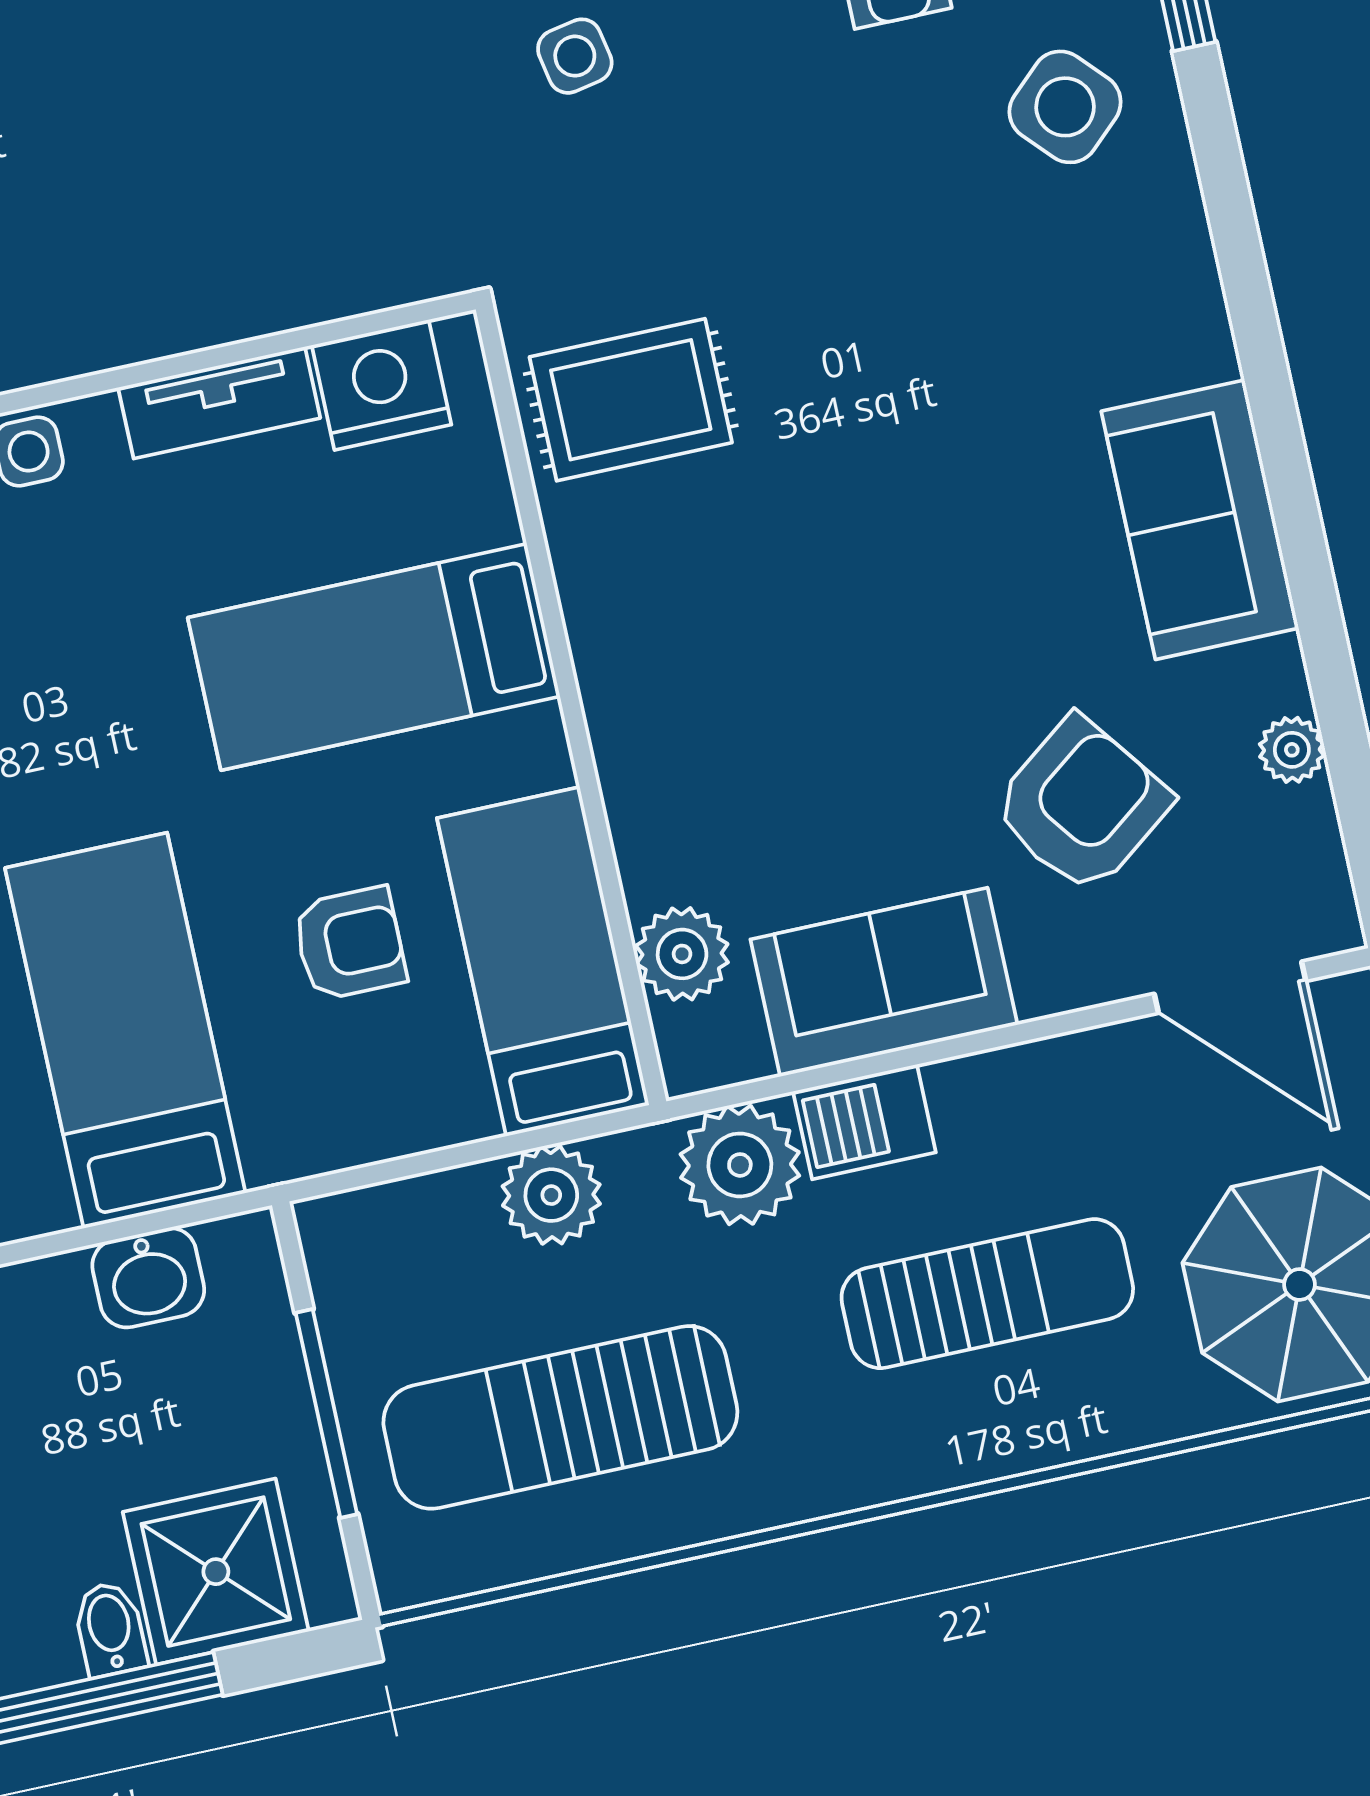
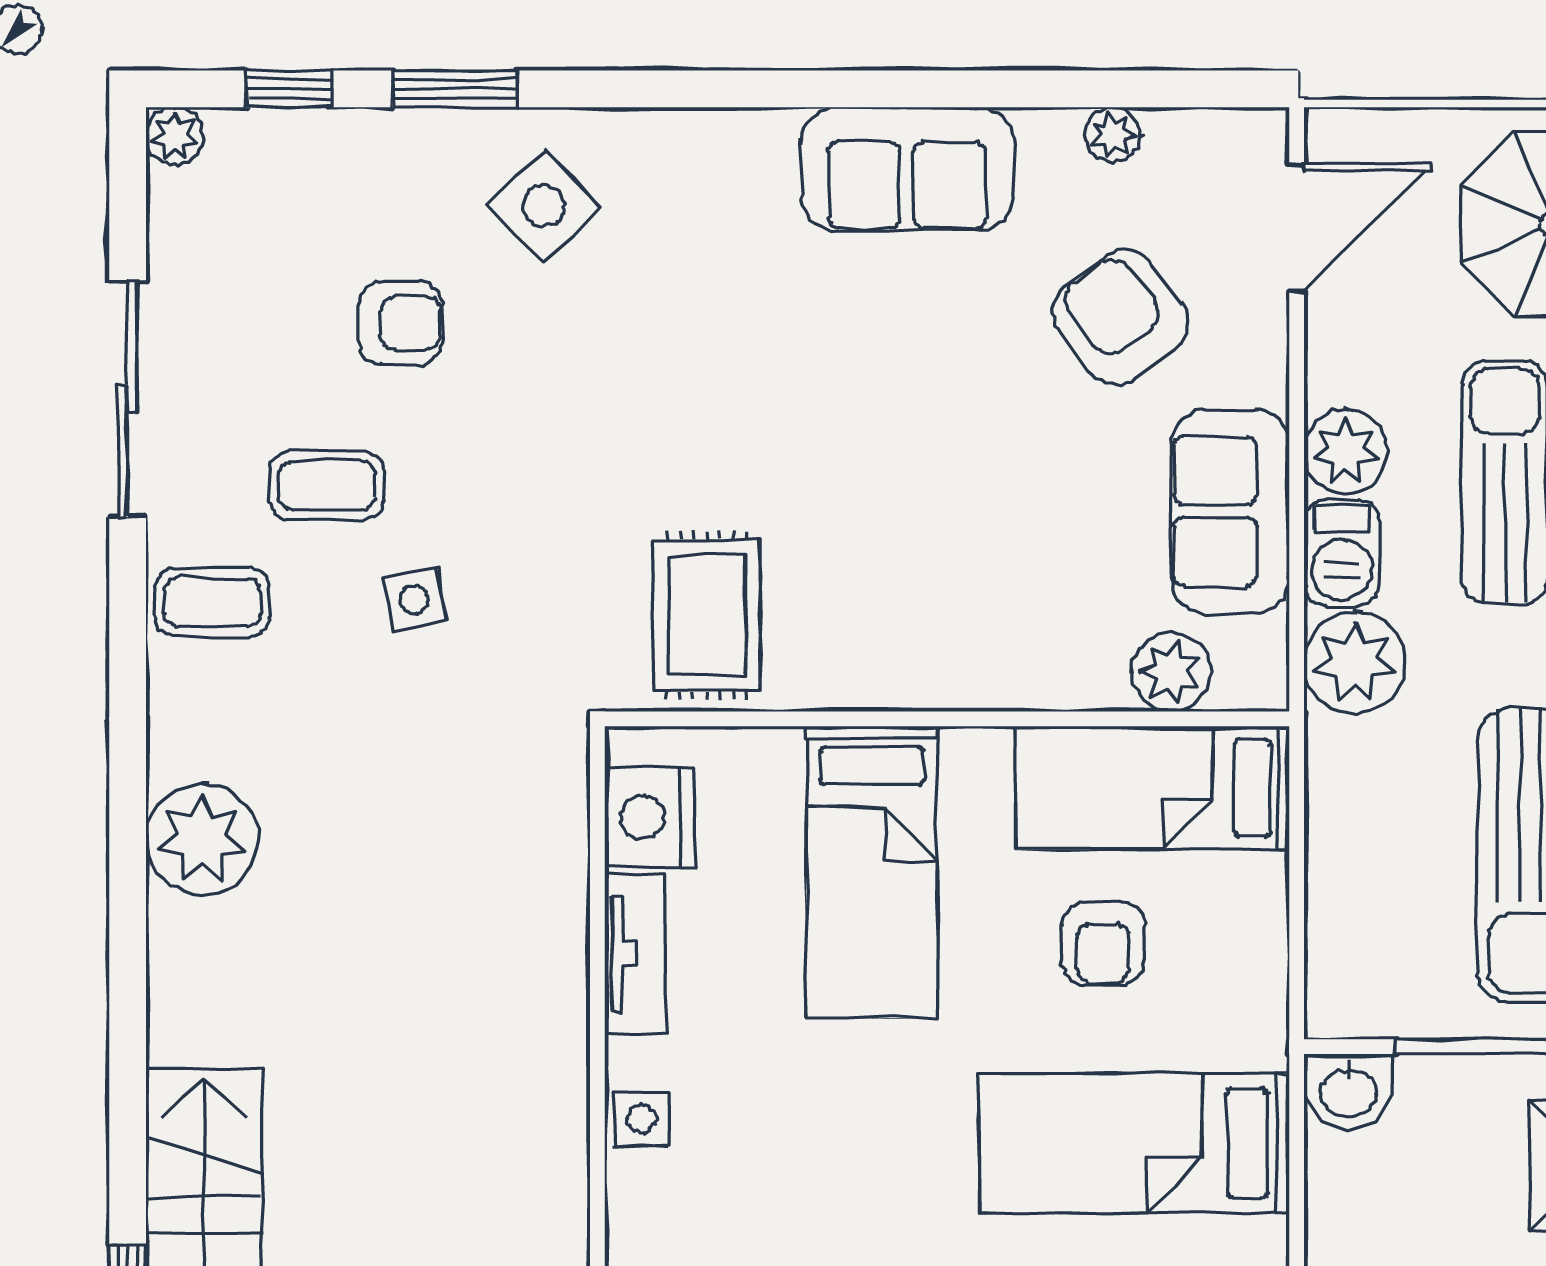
armchair: (350, 943) -> (1103, 943), turned 180
plant: (551, 1195) -> (1346, 451), moved
washbasin: (148, 1278) -> (1348, 1091), moved, turned 90

